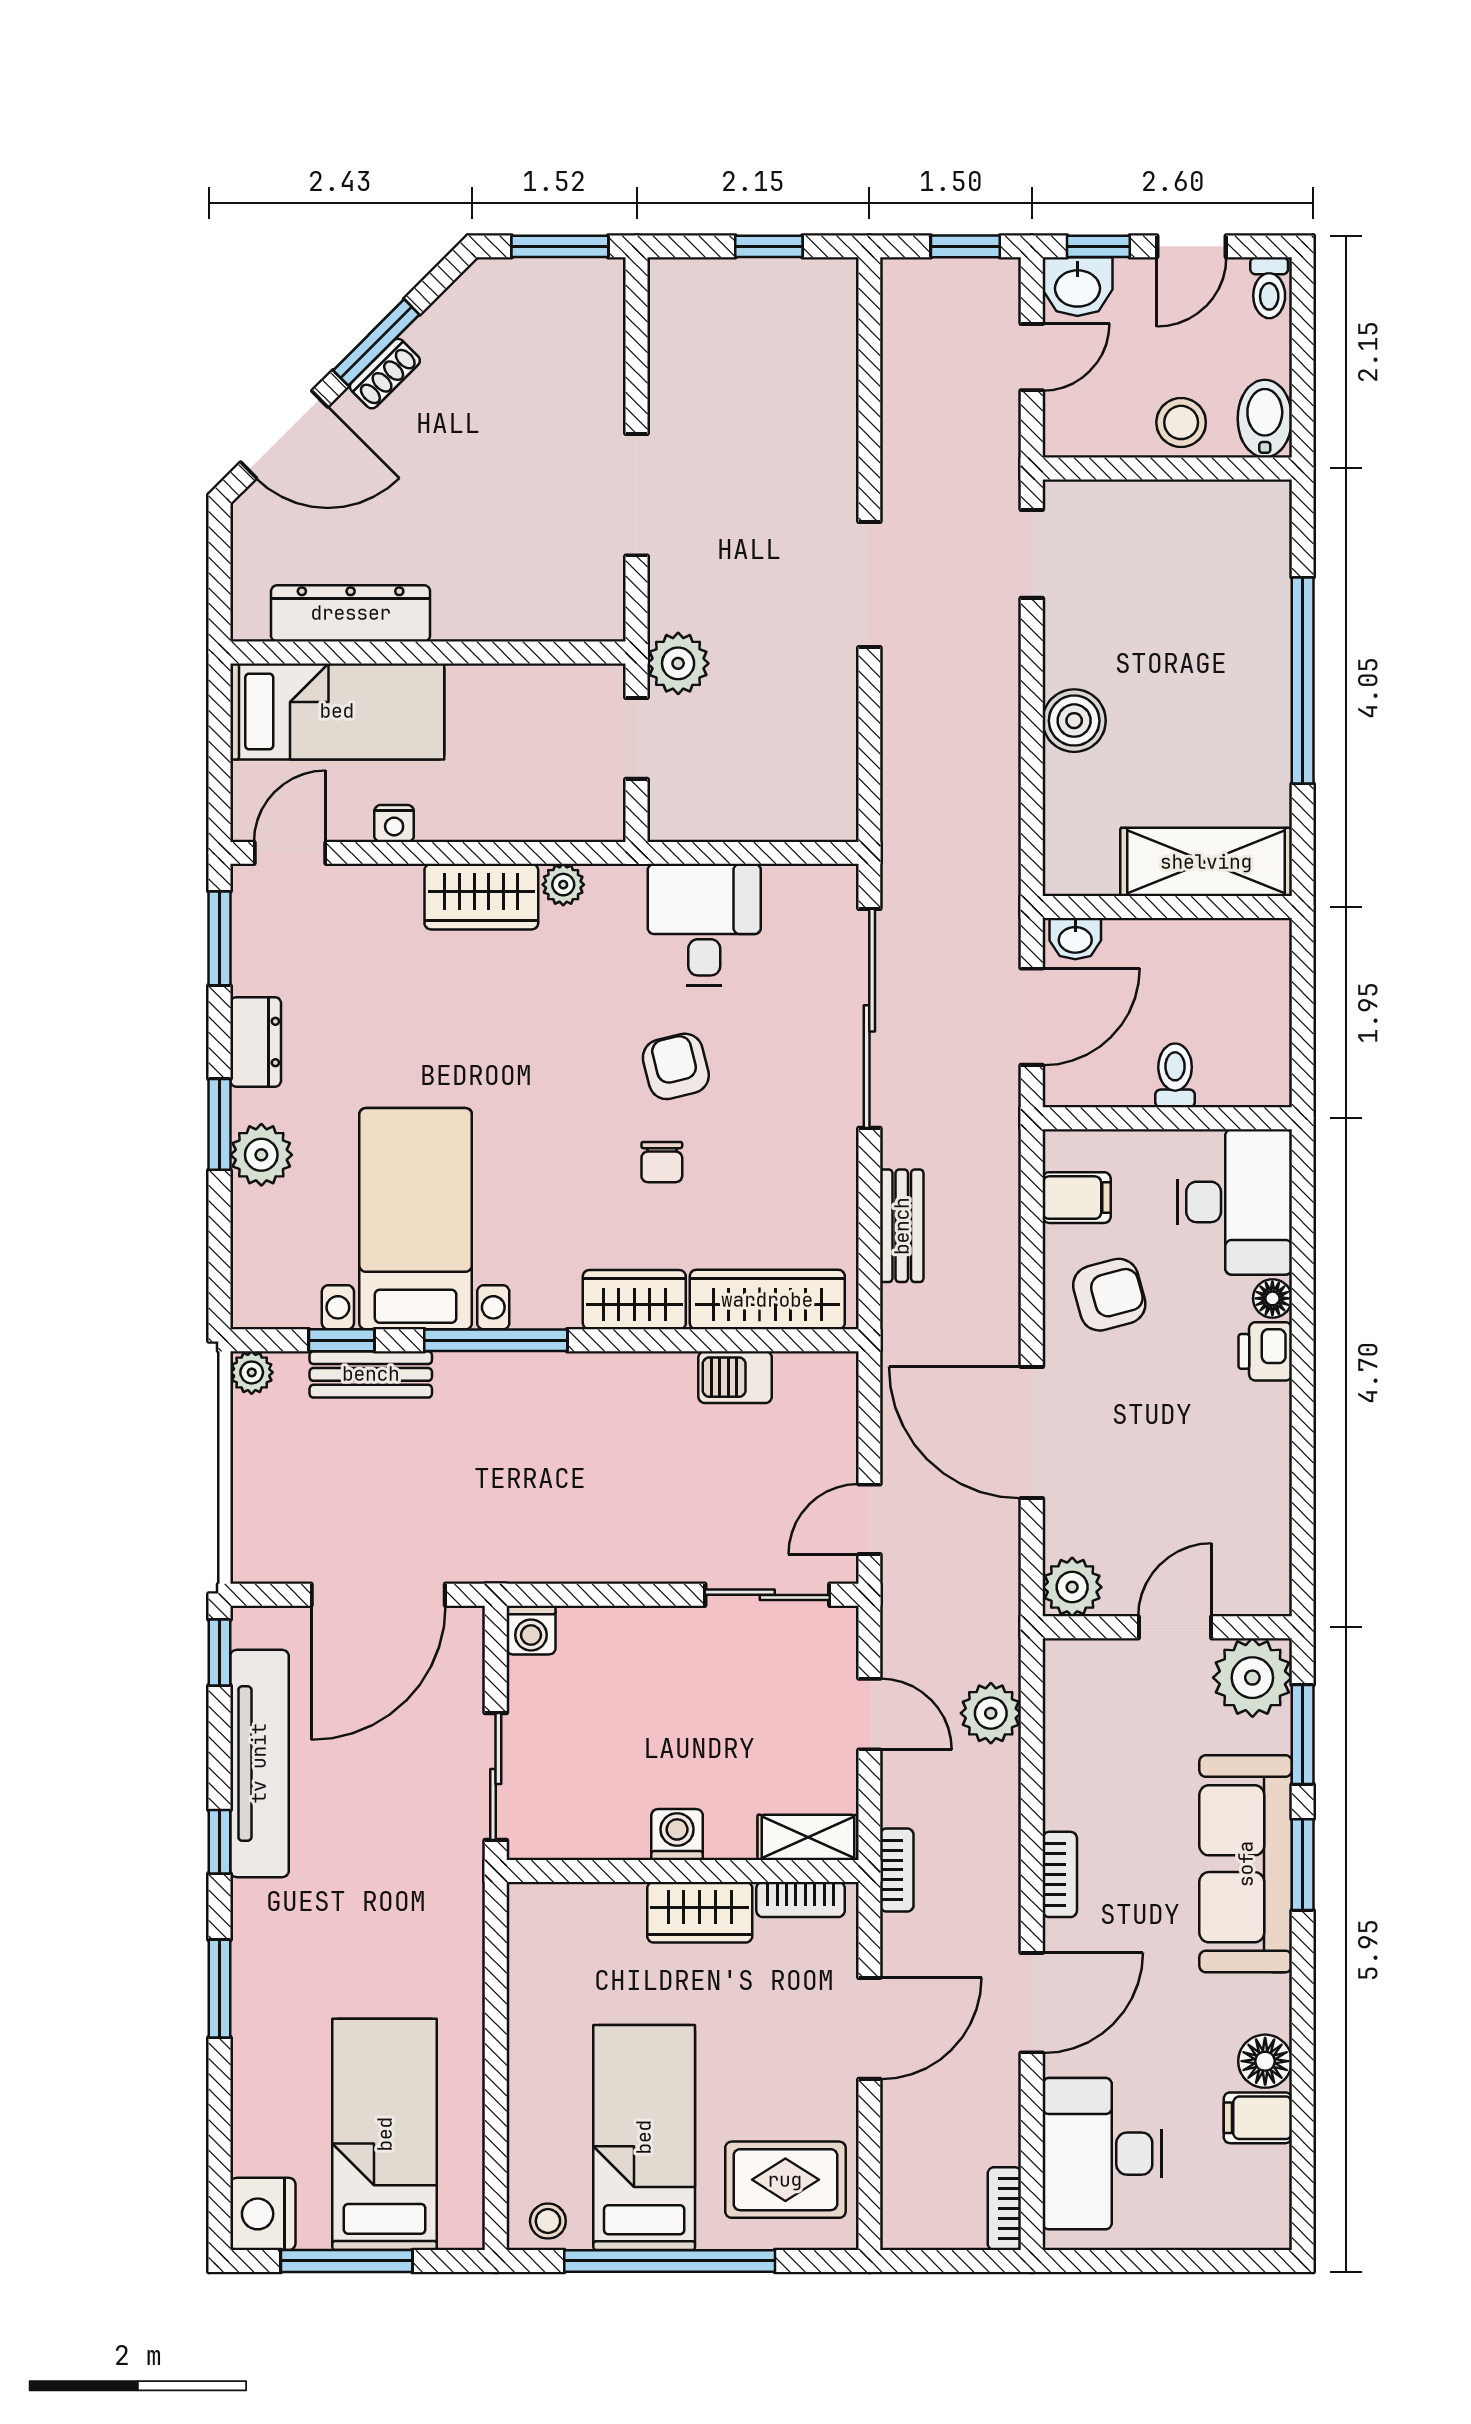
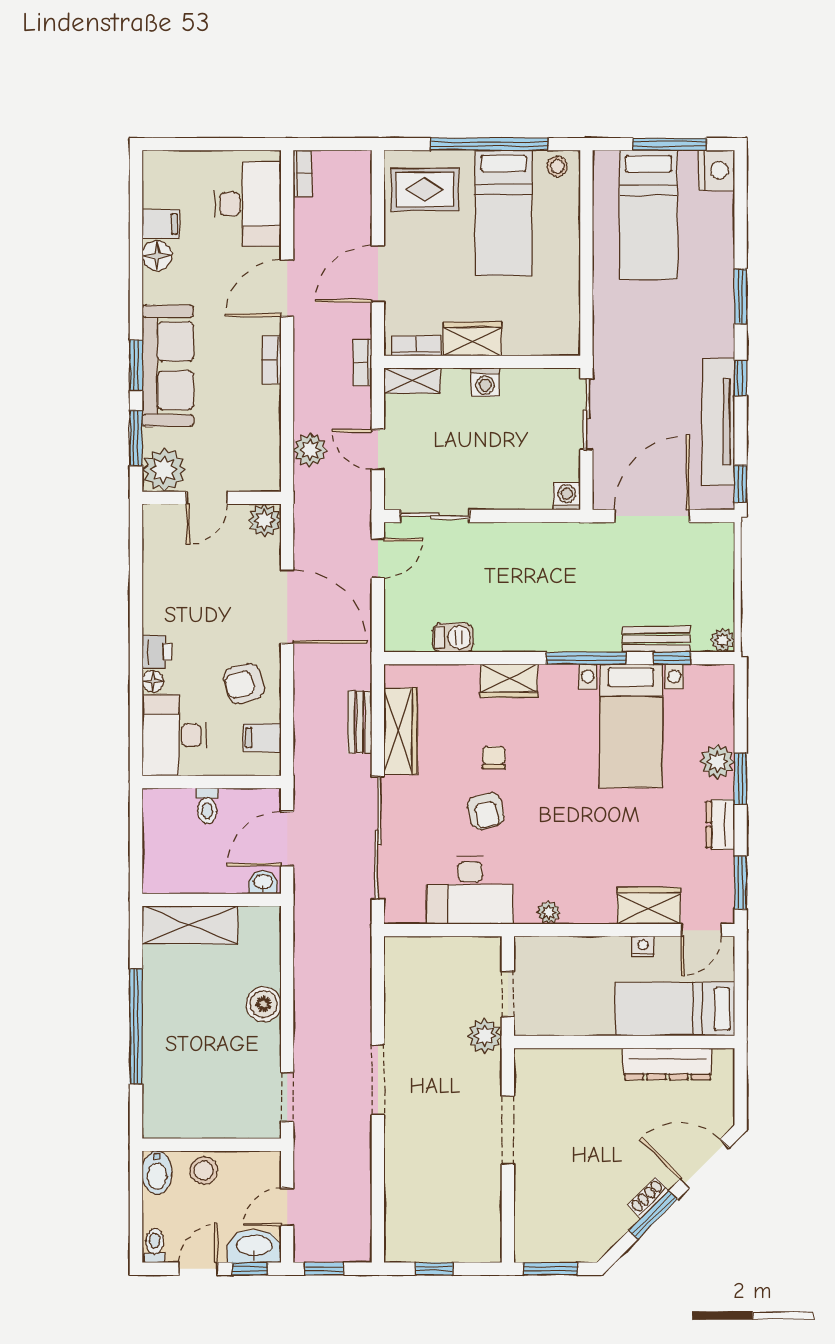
washbasin: (1077, 287) -> (254, 1246), width x1.38
wardrobe: (481, 897) -> (649, 906), moved
desk: (704, 925) -> (470, 890), width x1.37
wardrobe: (767, 1300) -> (401, 731), moved, turned -90

